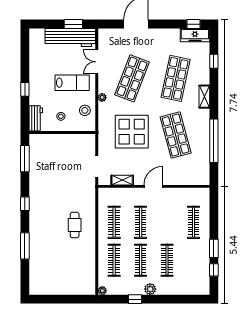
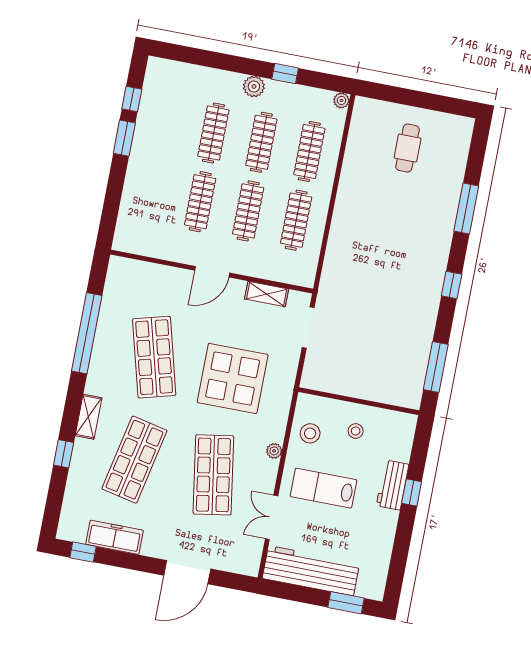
window: (73, 24) -> (346, 603), moved
freezer: (195, 35) -> (115, 537), moved
window: (214, 61) -> (64, 454), moved
double door: (97, 62) -> (272, 517), swing flipped
shop shelf: (132, 78) -> (213, 475), turned -30
workbench: (36, 118) -> (393, 485), moved
clothes rail: (193, 222) -> (200, 202), moved
cafe table: (75, 225) -> (408, 148), moved

